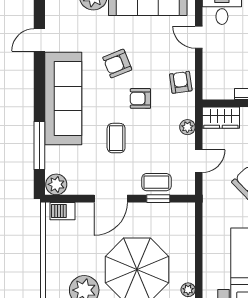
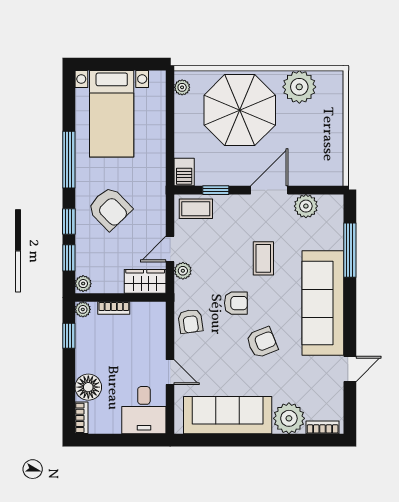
door: (199, 161) -> (170, 249), moved
coffee table: (156, 182) -> (196, 209), moved
plant: (56, 184) -> (306, 206), moved
barbecue: (63, 211) -> (184, 172), moved, turned 90

